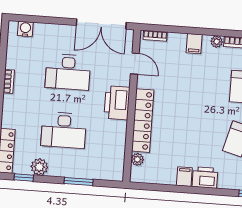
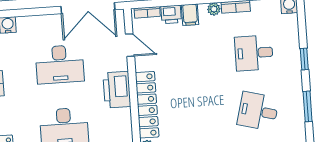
printer: (177, 41) -> (171, 14), added

